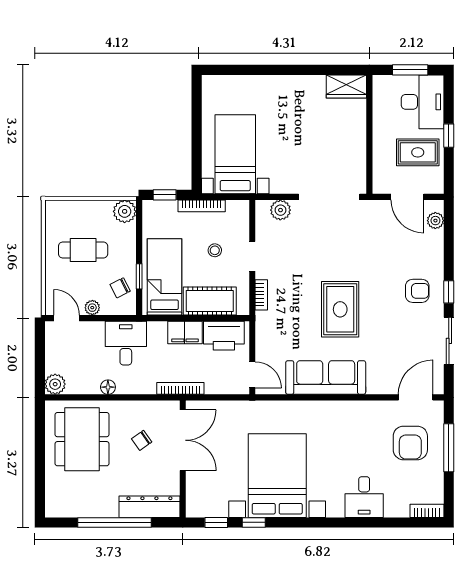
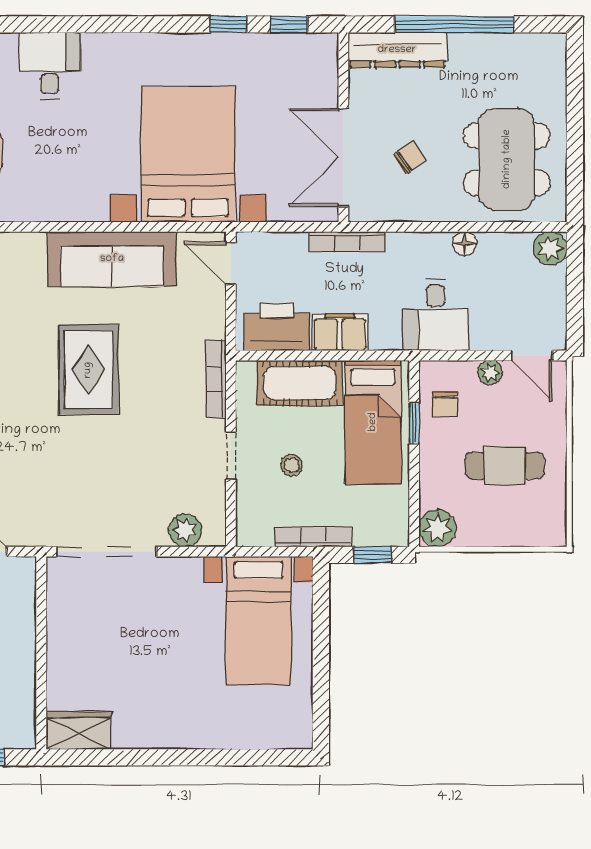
chair: (120, 288) -> (445, 404), turned 117
bookcase: (261, 295) -> (216, 379), width x1.56
bed with nightstands: (277, 476) -> (188, 154), moved, turned 180

